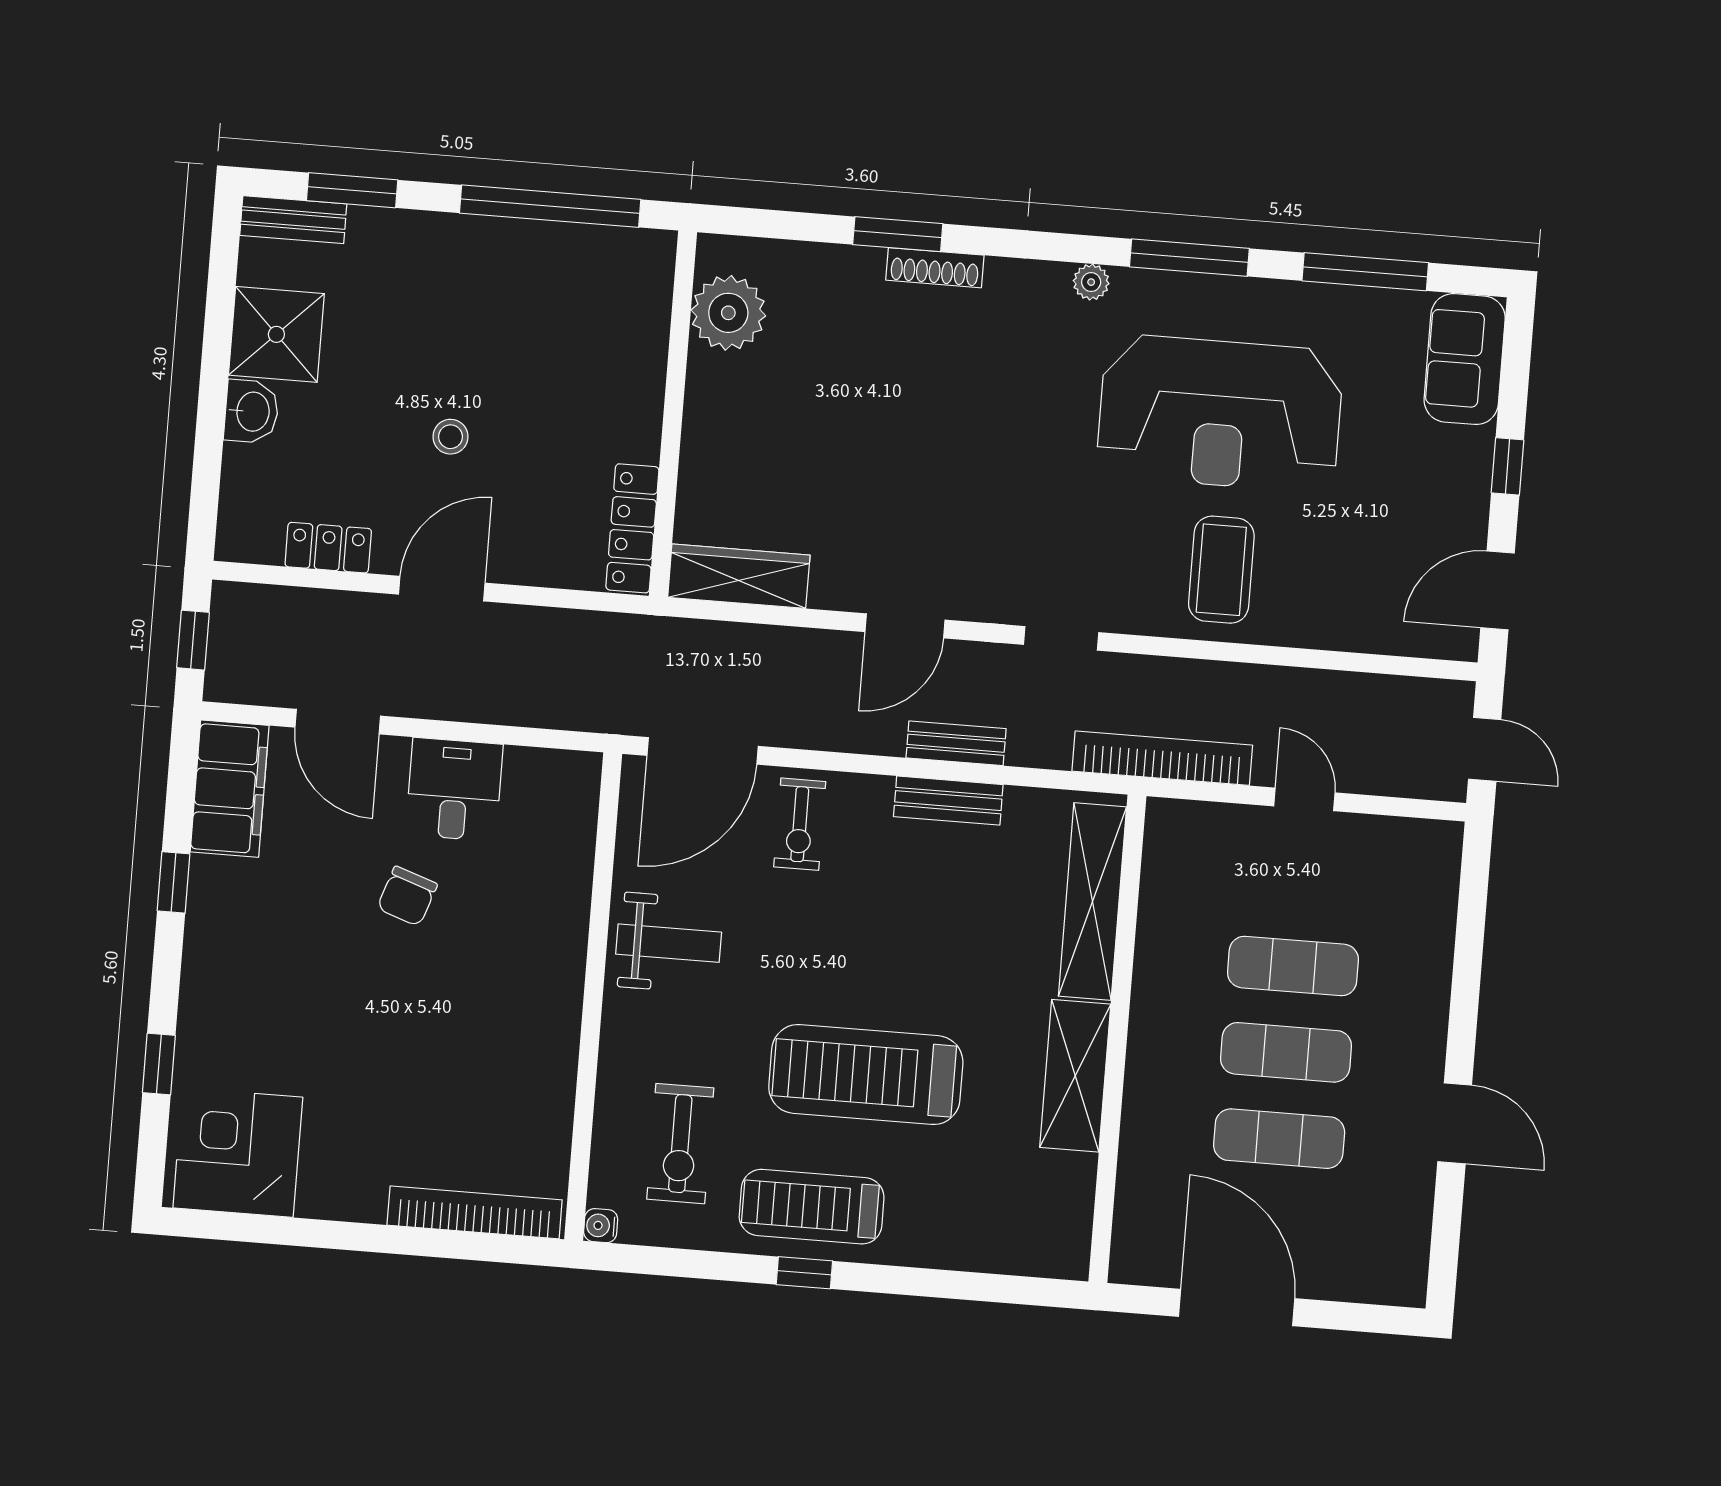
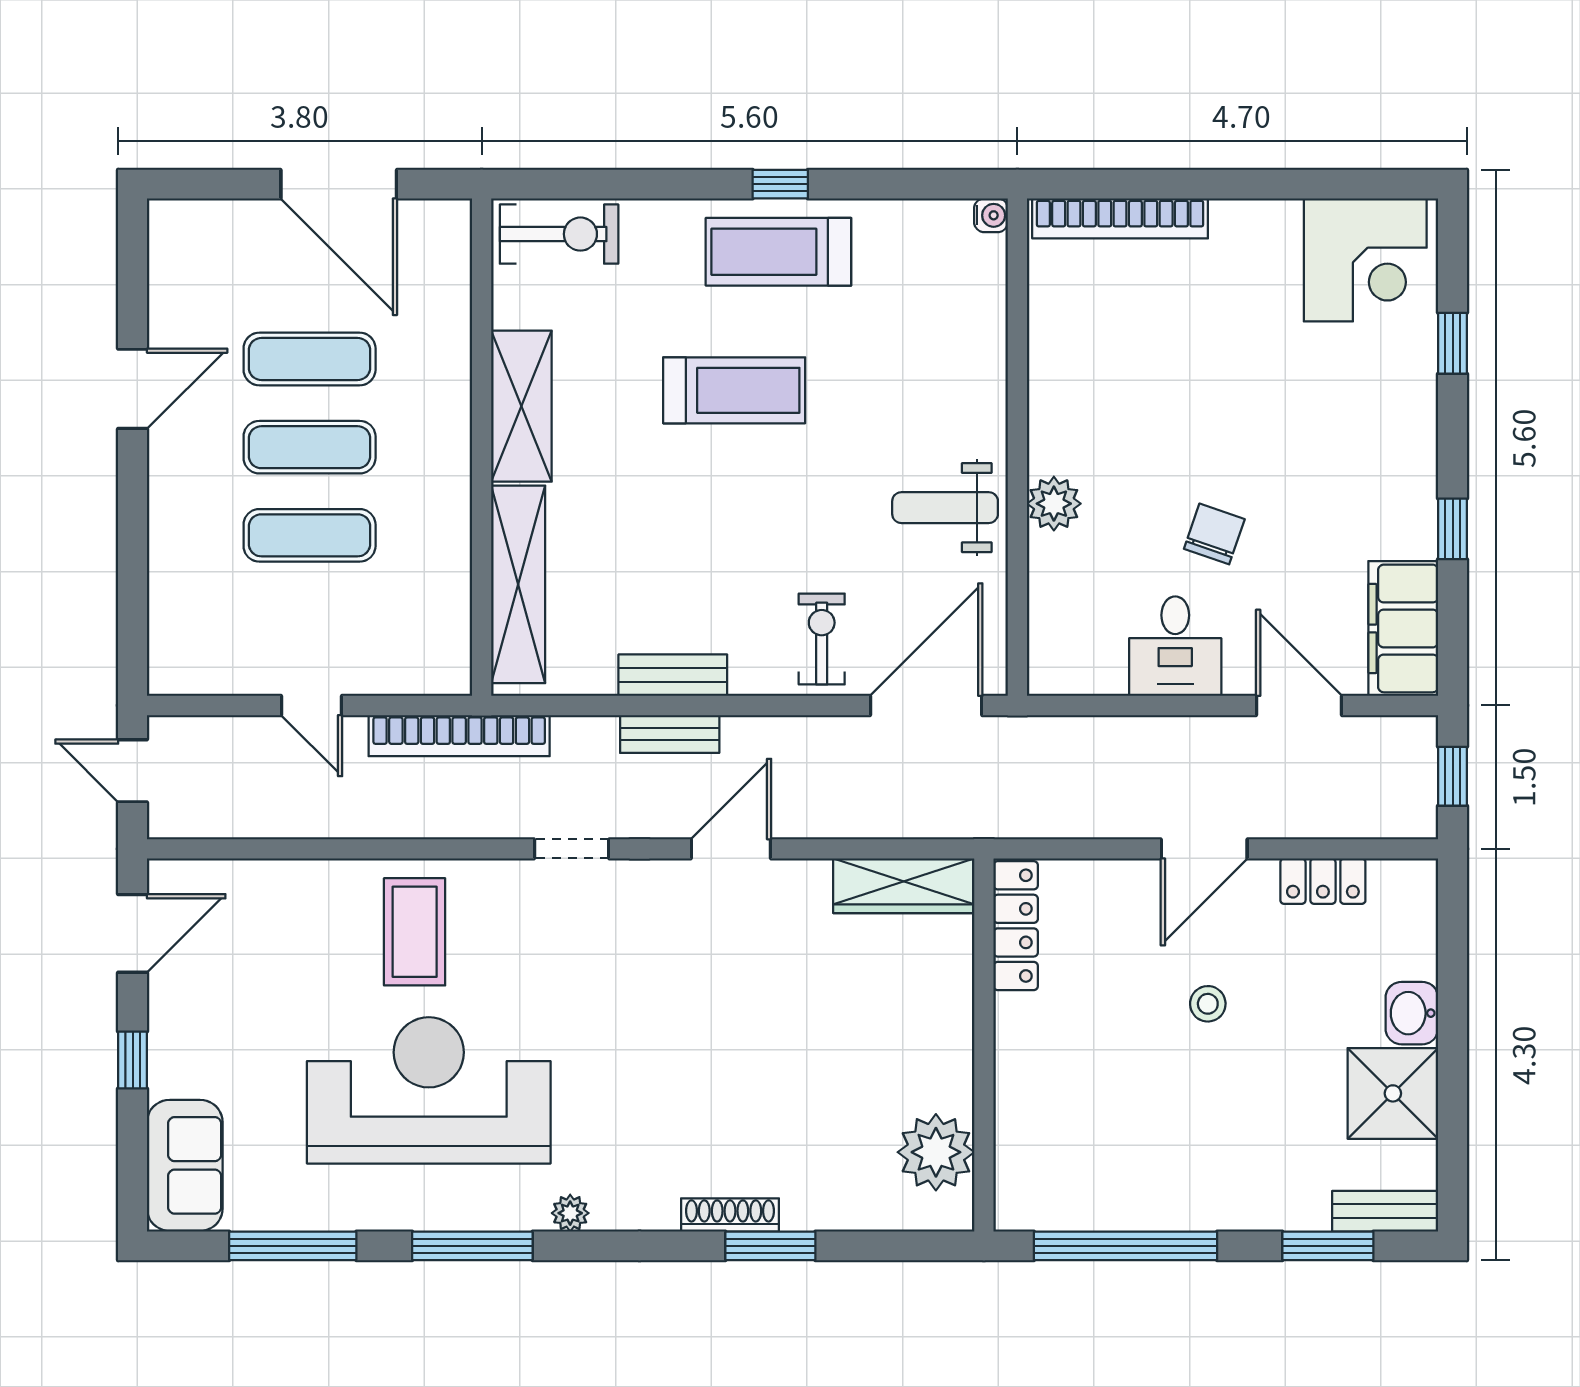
plant: (562, 938) -> (1054, 504), added
treadmill: (866, 1075) -> (734, 390), width x0.73, depth x0.73
door: (1455, 1123) -> (133, 389), swing flipped
exercise bike: (680, 1144) -> (559, 234), moved, turned 90
treadmill: (812, 1207) -> (778, 252), turned 180

